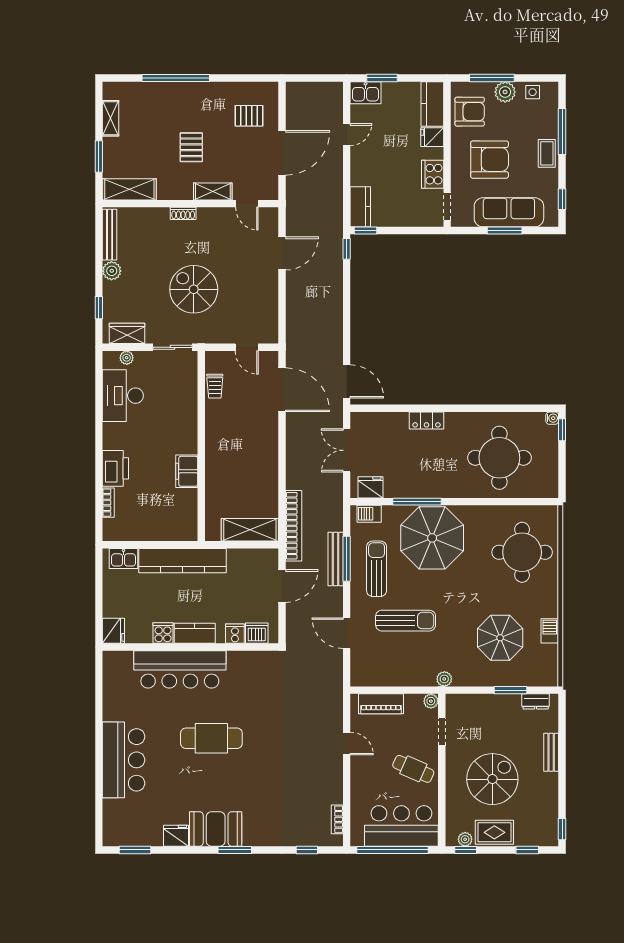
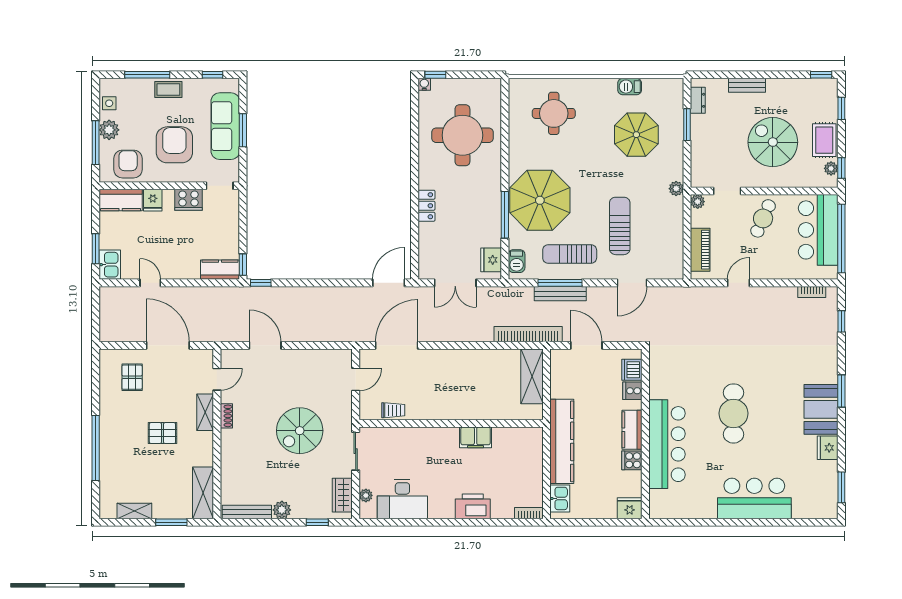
shoe rack: (183, 213) -> (226, 416), moved
bookcase: (108, 503) -> (529, 513), moved
round table: (522, 552) -> (554, 113), width x0.73, depth x0.73

